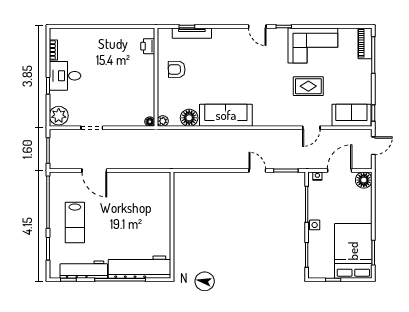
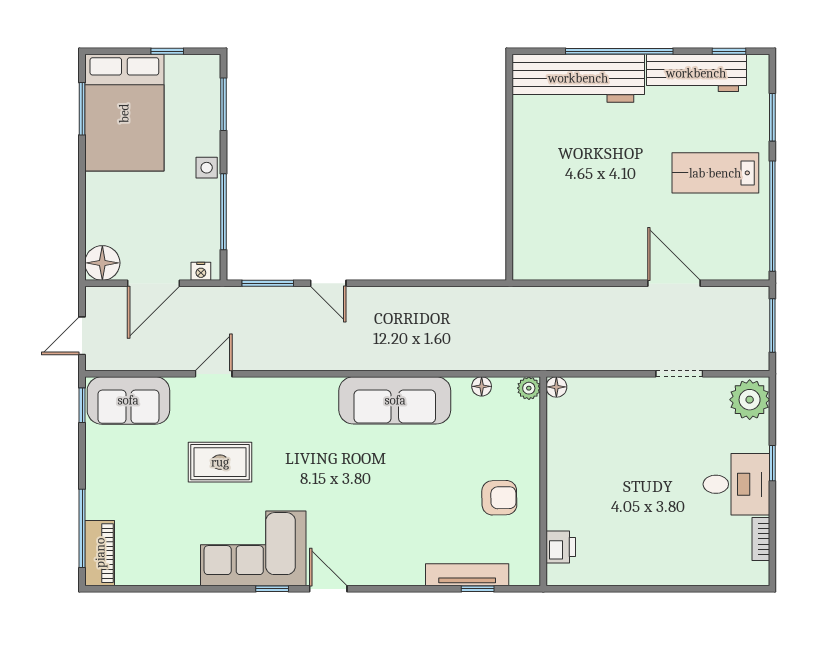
corner sofa: (313, 45) -> (253, 548), moved
floor lamp: (189, 118) -> (482, 386), width x0.53, depth x0.53
lab bench: (75, 223) -> (715, 173), turned -90

